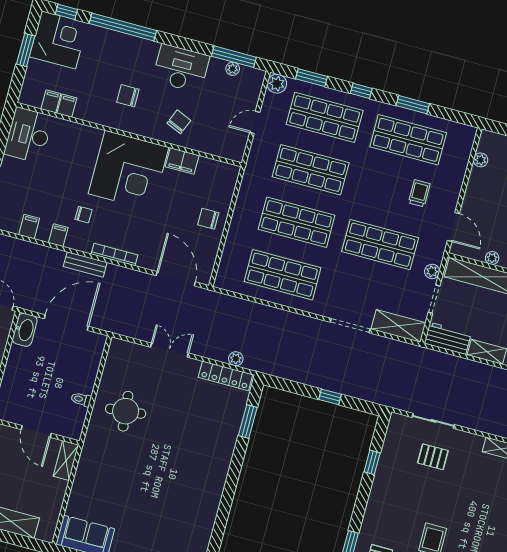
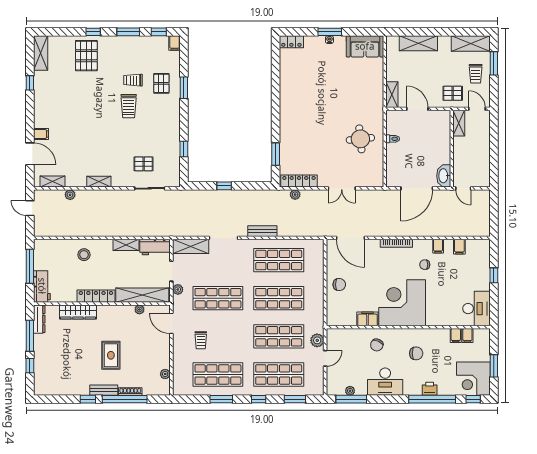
printer: (122, 42) -> (430, 389), added
plant: (277, 84) -> (317, 340), moved
bench: (85, 264) -> (262, 231), moved

